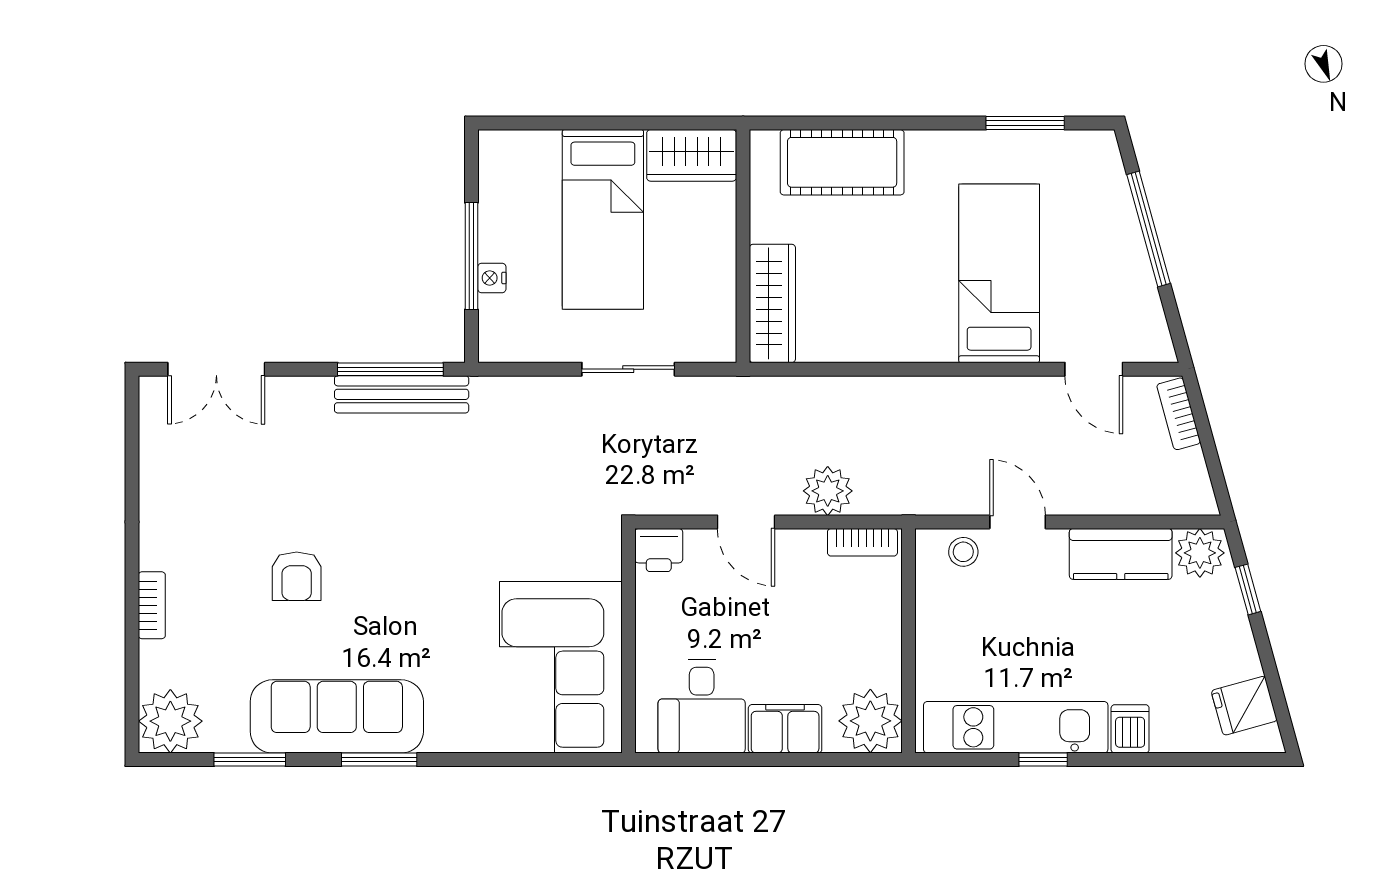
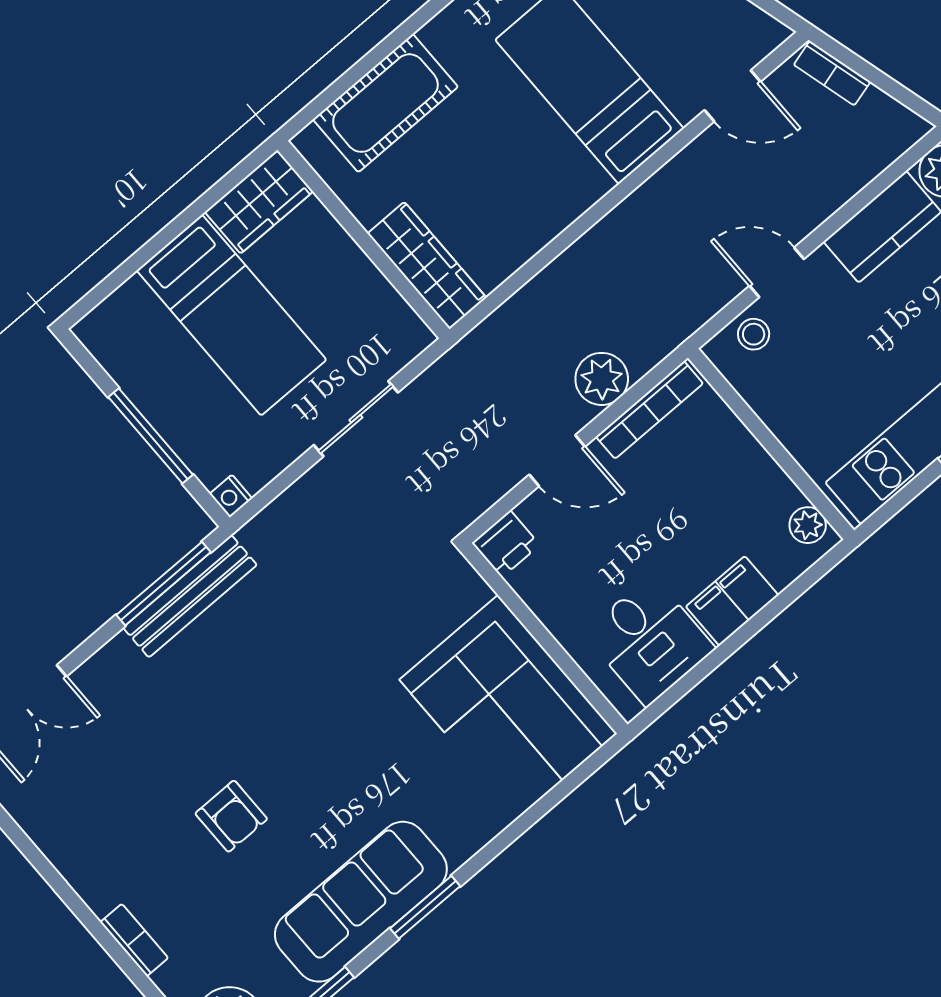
nightstand: (492, 278) -> (231, 496), moved
bookcase: (862, 542) -> (649, 410), width x1.56
plant: (870, 721) -> (808, 525), width x0.53, depth x0.53

